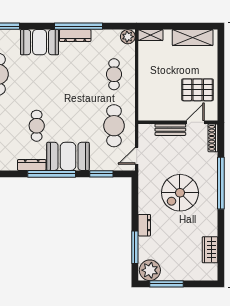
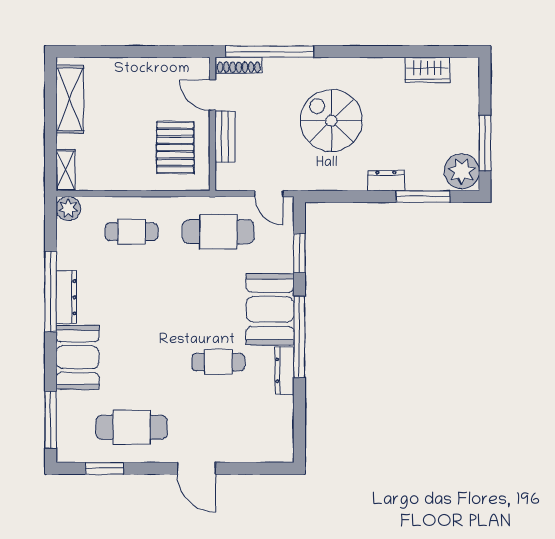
pallet: (198, 90) -> (175, 148), moved
window: (221, 183) -> (270, 52), moved
spiral stairs: (180, 193) -> (331, 121), turned 180

